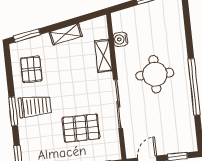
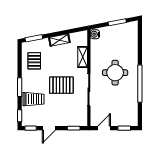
water cooler: (120, 39) -> (95, 34), moved
trolley: (35, 106) -> (34, 99), moved
pallet: (81, 128) -> (61, 85), moved

